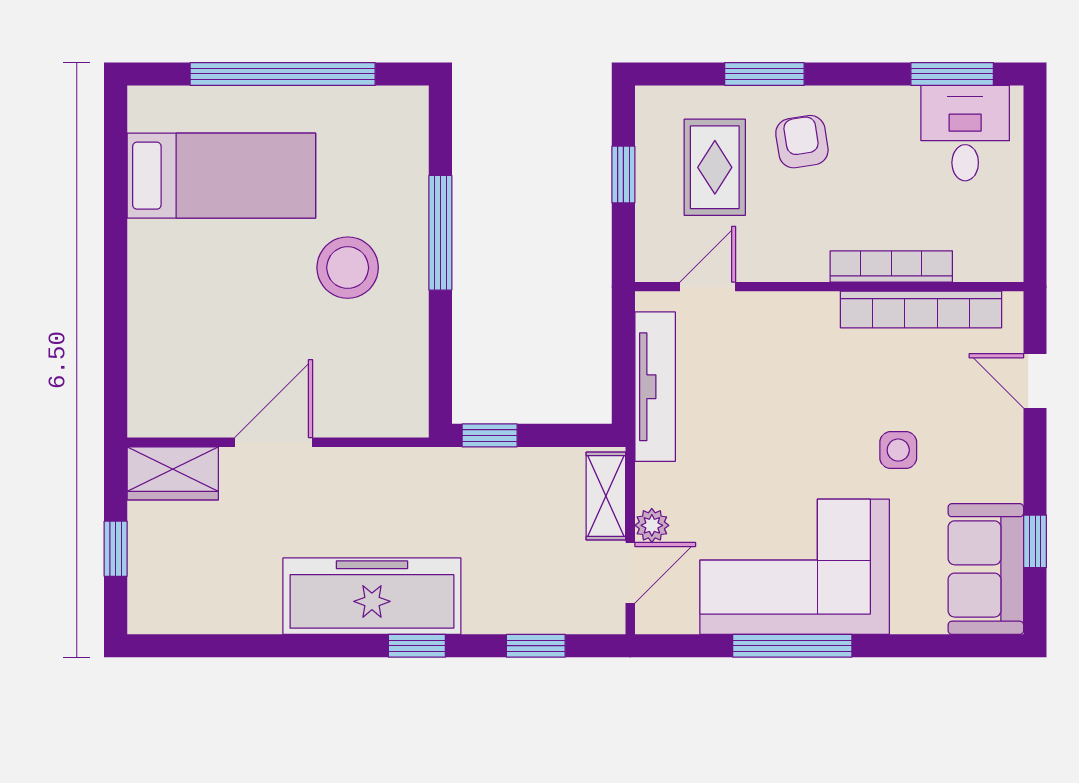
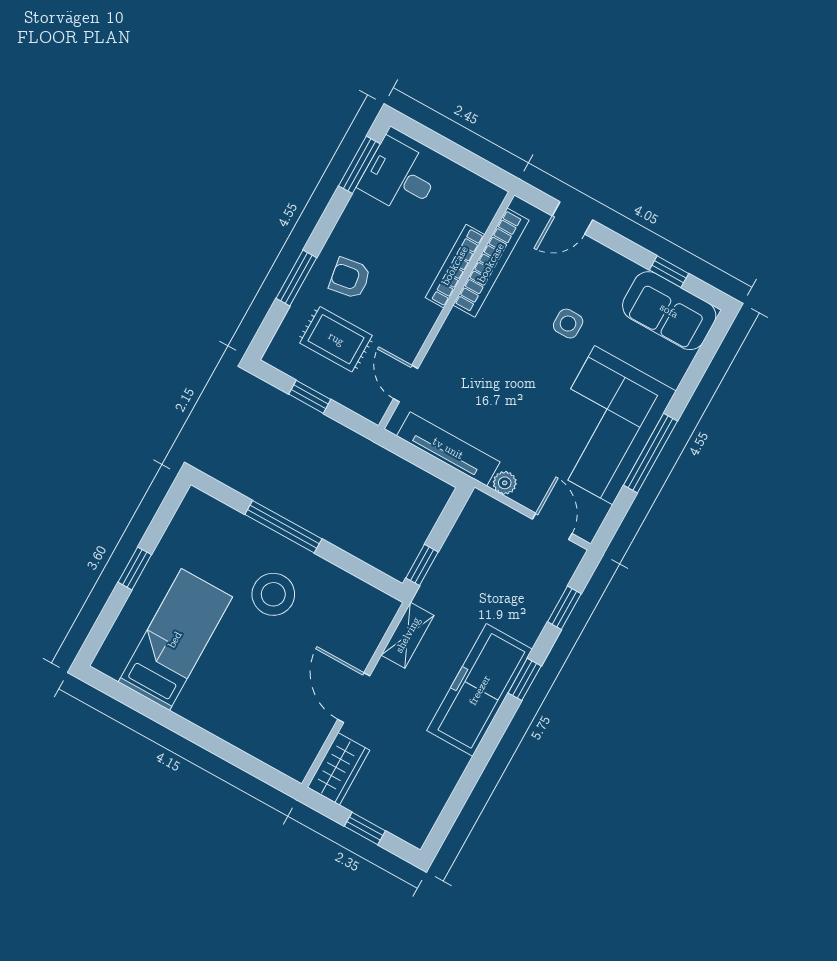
window: (283, 74) -> (135, 568), width x0.32
shelving: (606, 496) -> (408, 635), moved, turned 90
plant: (652, 525) -> (505, 483), moved

